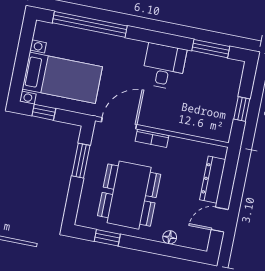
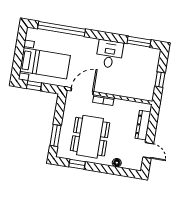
window: (81, 161) -> (55, 136), moved
door: (220, 220) -> (148, 150), swing flipped

